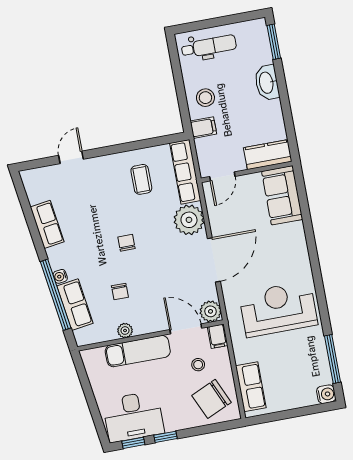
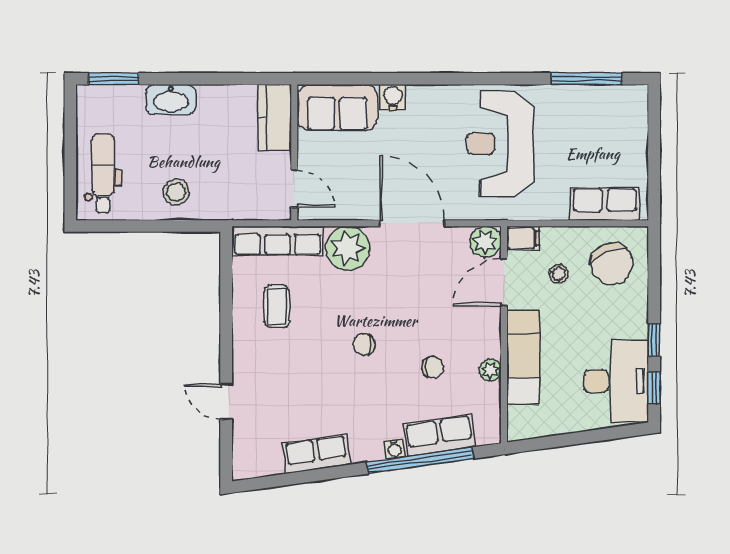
filing cabinet: (203, 128) -> (219, 203), removed
coffee table: (141, 179) -> (277, 306), turned 90
water cooler: (326, 394) -> (393, 97), moved

